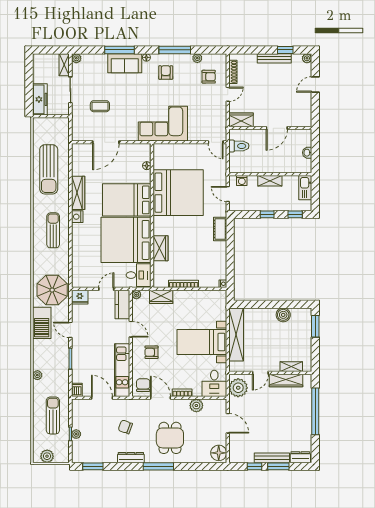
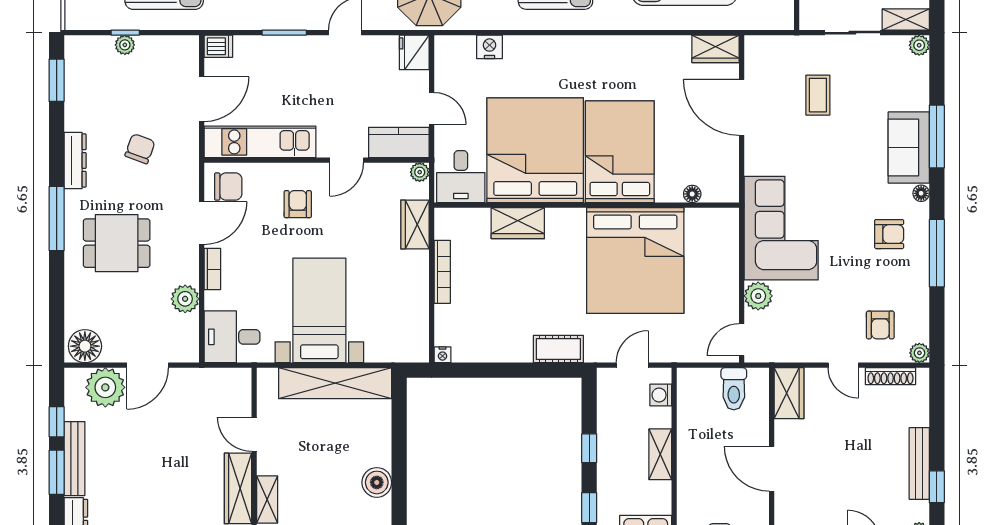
plant: (197, 58) -> (919, 353), moved
plant: (195, 134) -> (758, 296), added
wardrobe: (78, 193) -> (716, 49), moved, width x0.67
nightstand: (77, 217) -> (490, 47), moved
plant: (238, 388) -> (105, 387), moved

